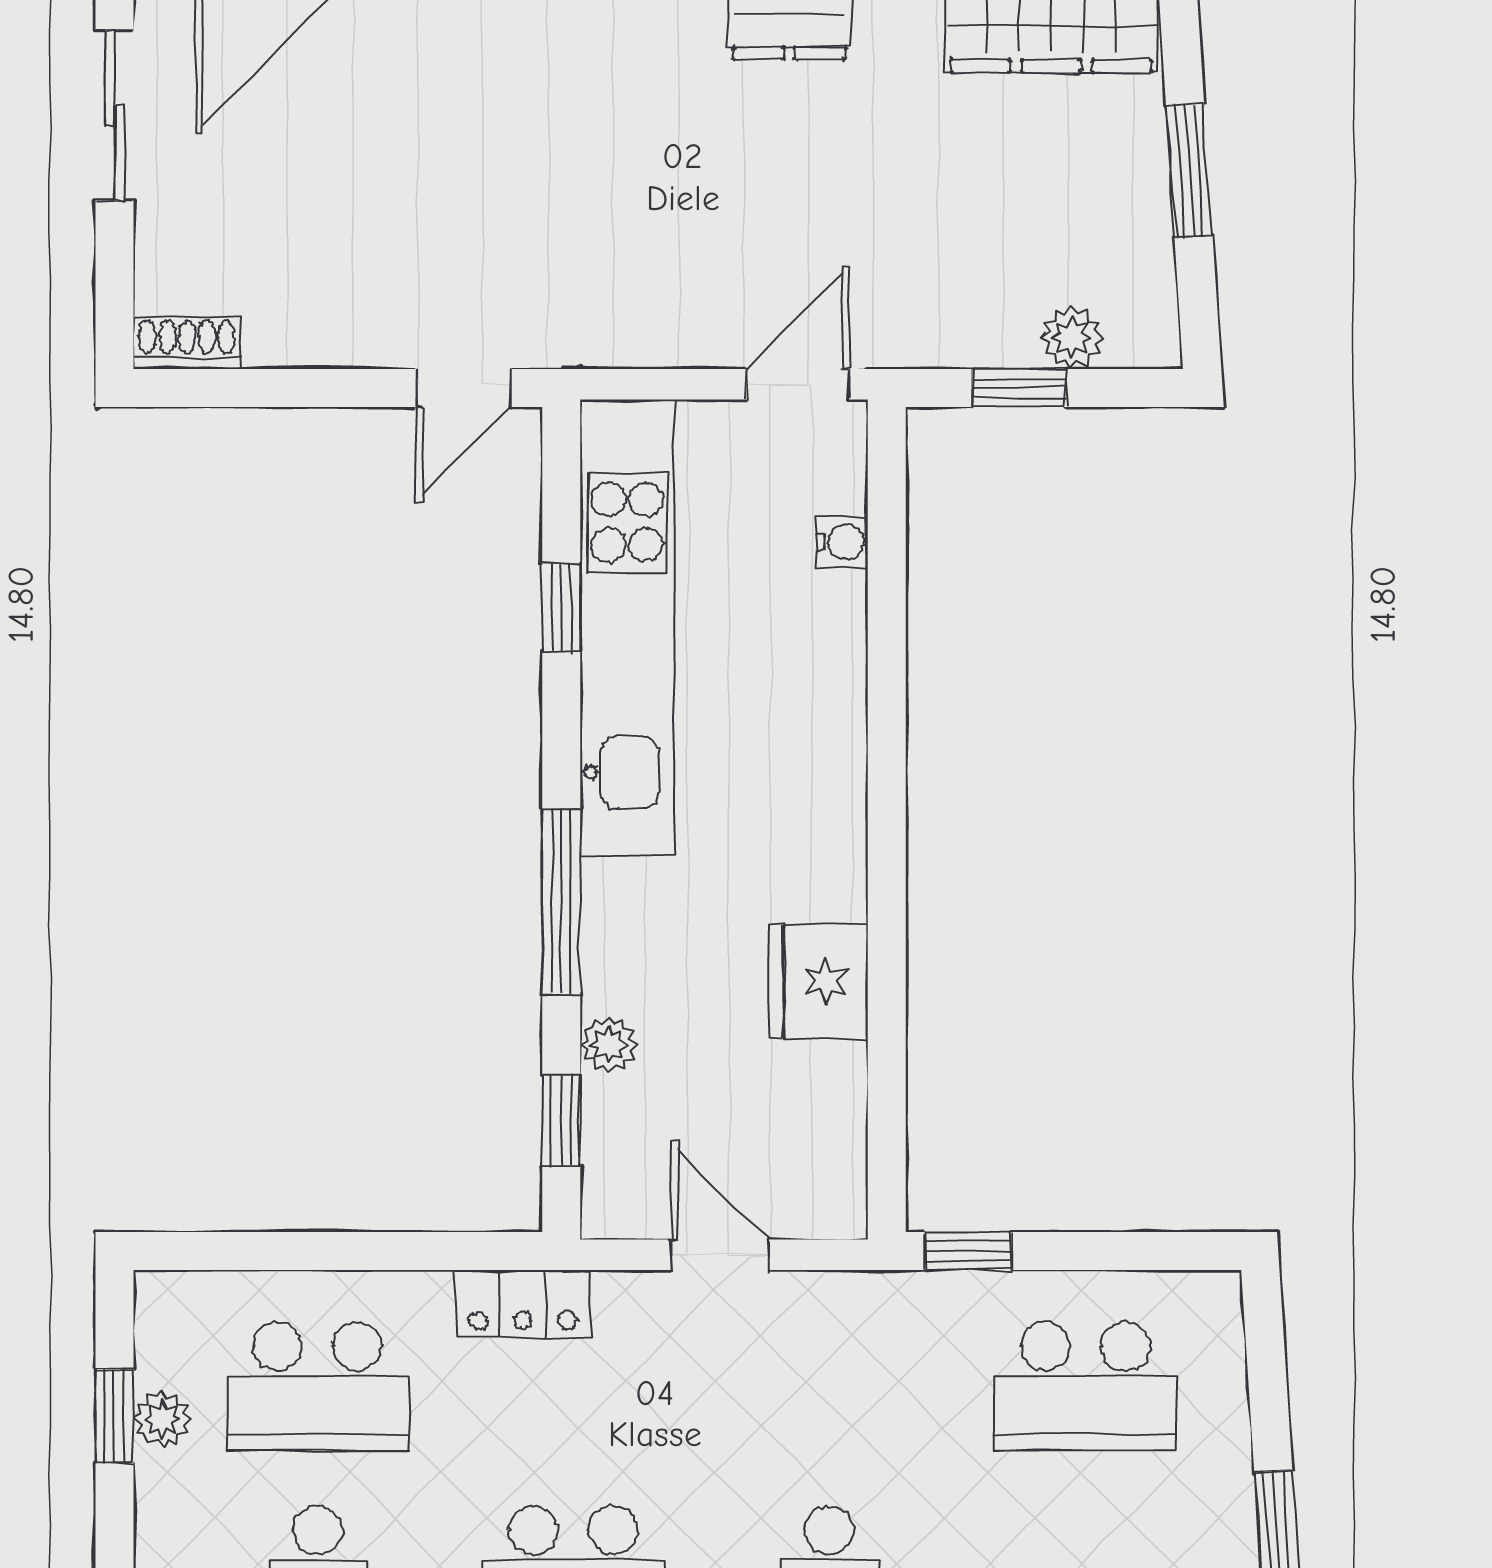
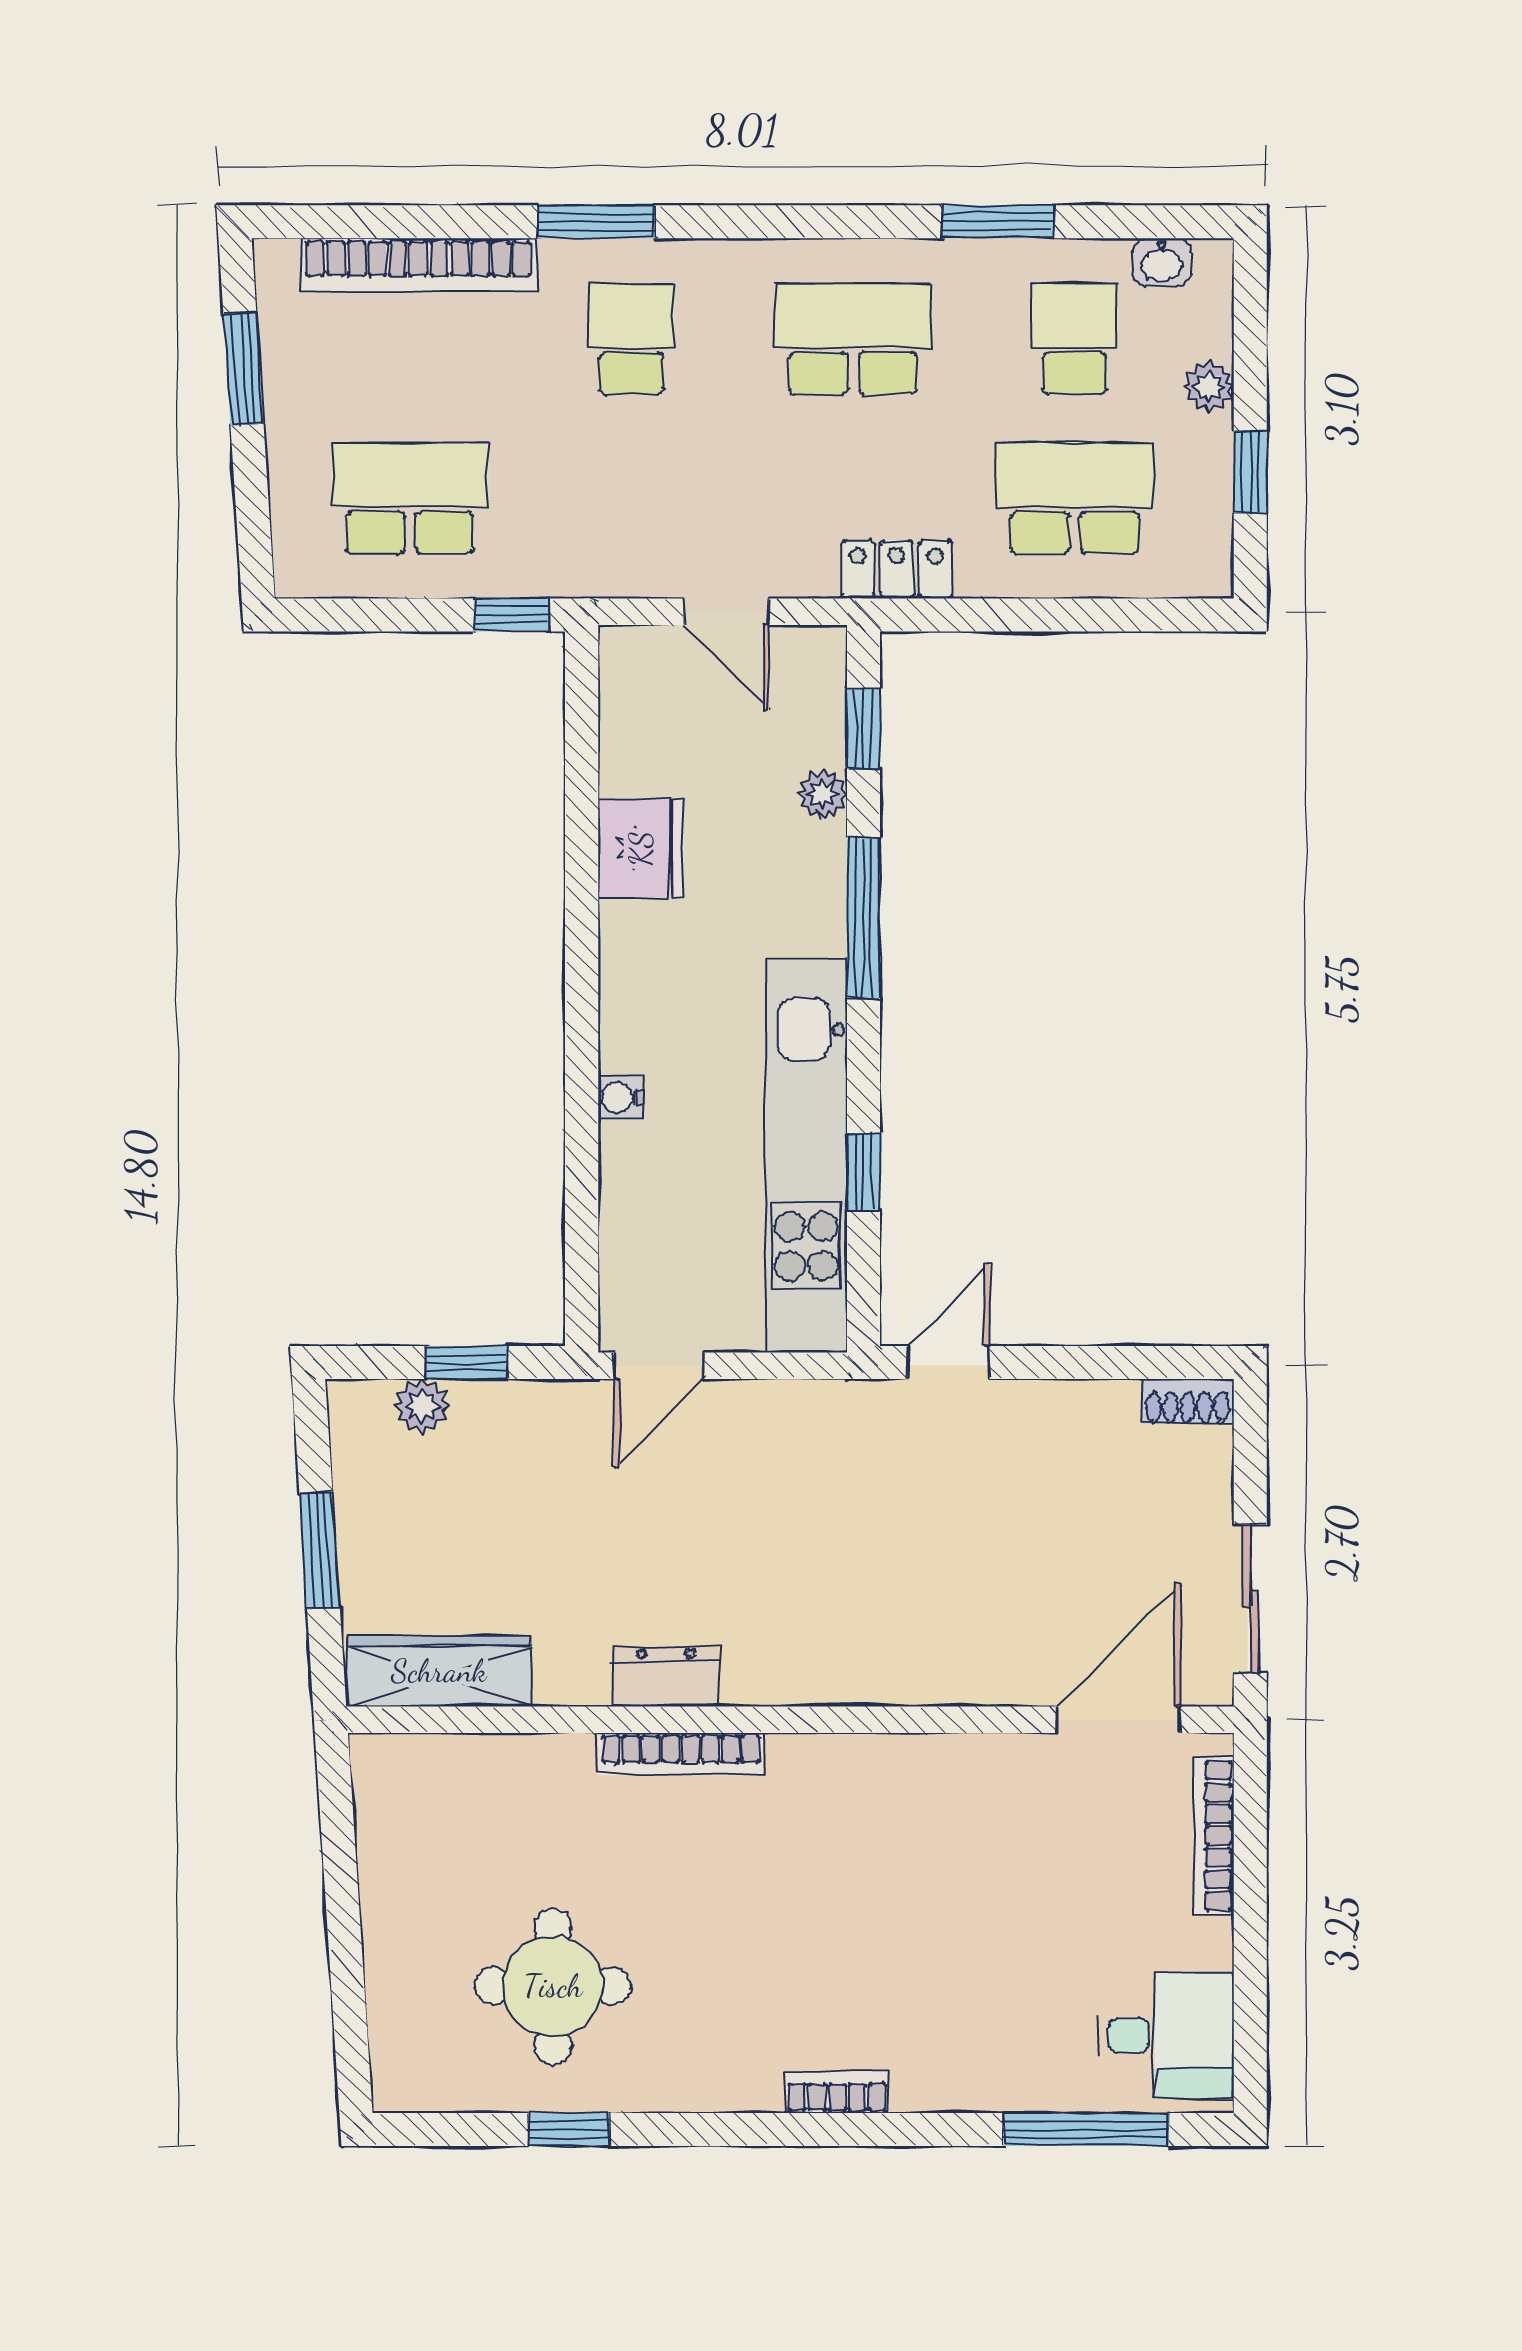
water cooler: (842, 542) -> (621, 1098), moved
plant: (162, 1419) -> (1209, 387), moved

